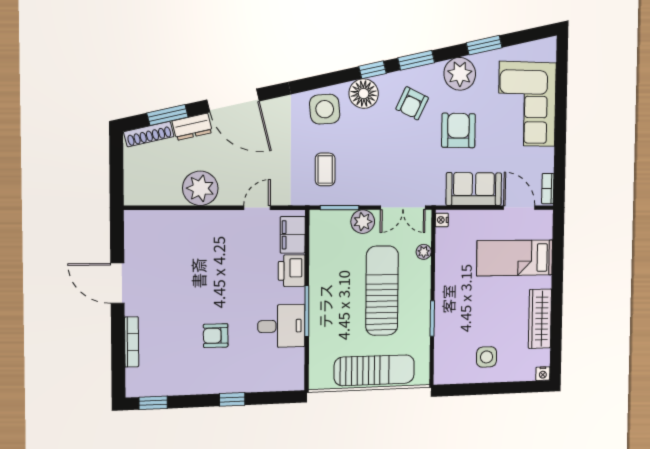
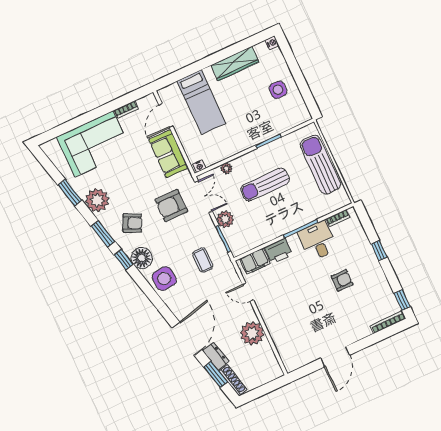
armchair: (458, 130) -> (171, 206), moved
coffee table: (325, 169) -> (203, 260), turned 90
bookcase: (548, 189) -> (126, 109), moved
sun lounger: (382, 291) -> (265, 185), width x0.73, depth x0.75
armchair: (216, 336) -> (342, 280), turned -90
bookcase: (132, 342) -> (388, 322), moved
bookcase: (298, 364) -> (338, 218), added

